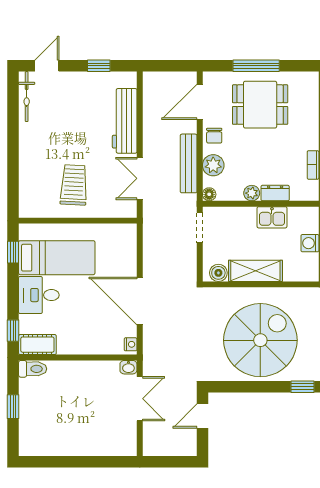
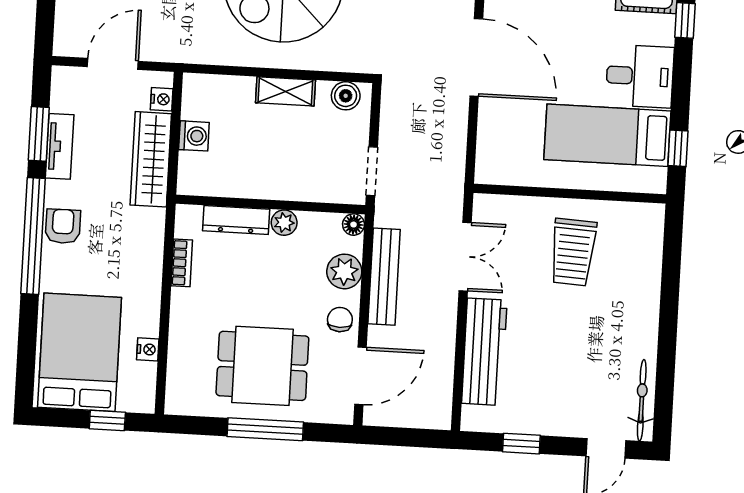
dresser: (275, 193) -> (236, 220), width x1.44
kitchen sink: (272, 217) -> (253, 181), removed
shelving: (255, 271) -> (285, 91), width x0.67, depth x0.75

